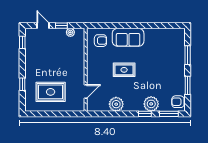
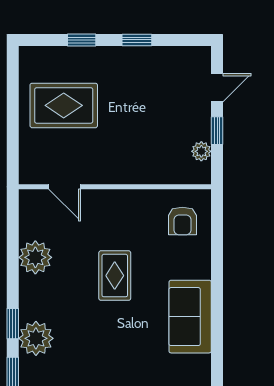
sofa: (128, 37) -> (190, 317), moved
window: (22, 42) -> (137, 40), moved
rug: (51, 92) -> (64, 105), turned 90

